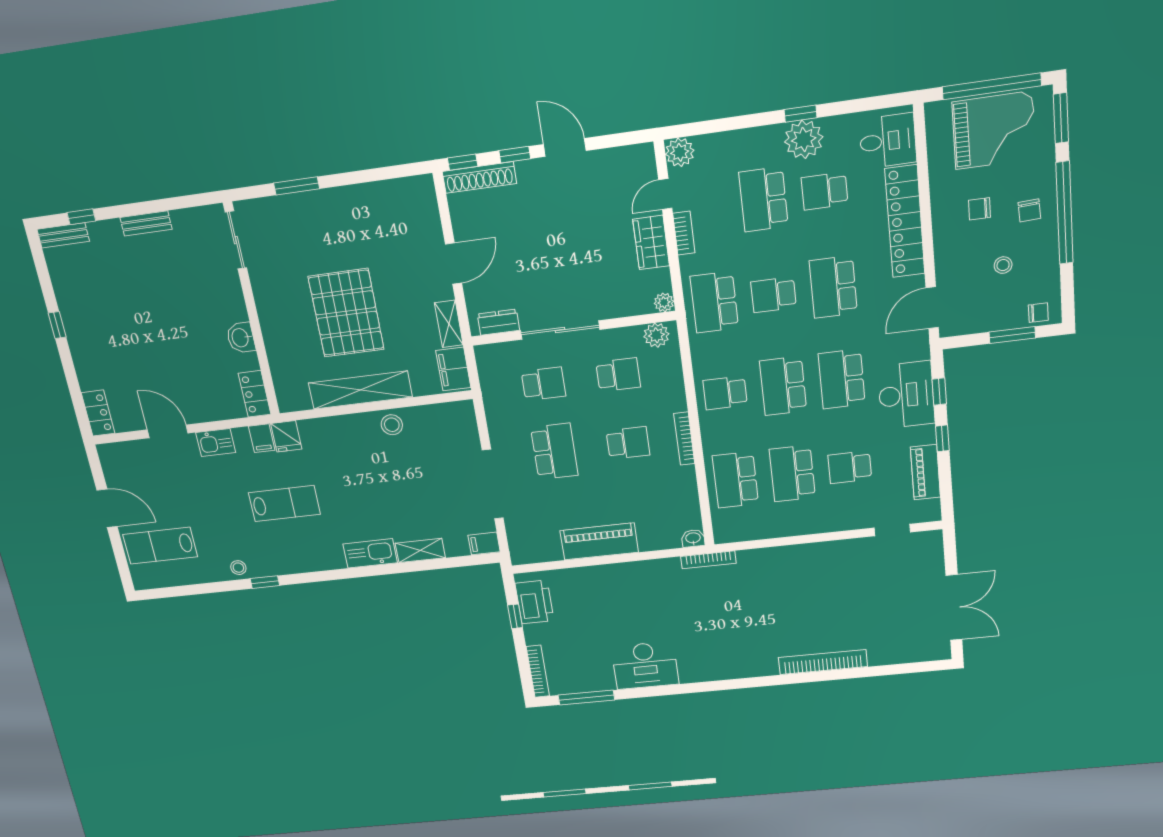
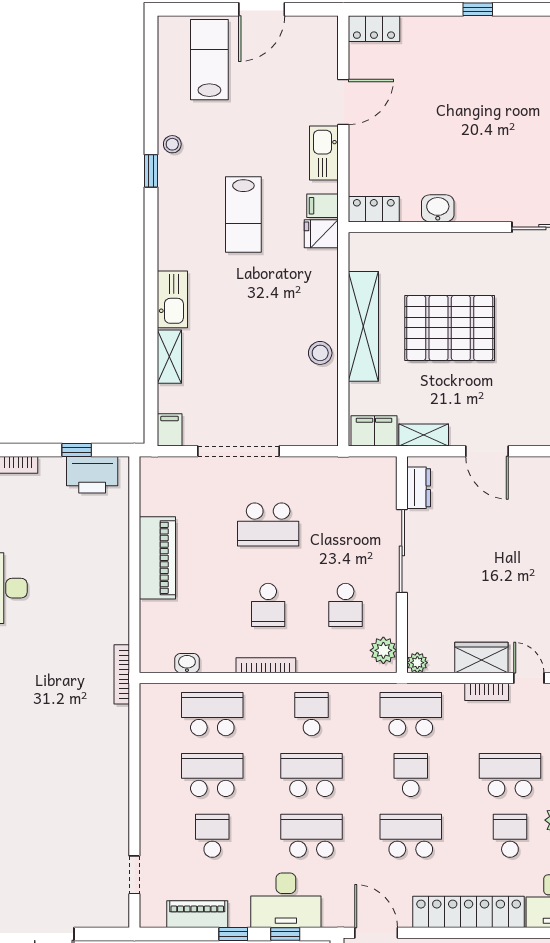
school desk: (543, 384) -> (346, 524), removed
kitchen sink: (216, 443) -> (324, 153), width x1.38
washbasin: (693, 538) -> (187, 663), moved, turned -90

